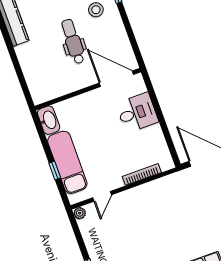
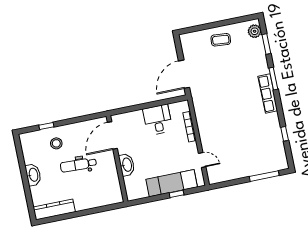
desk: (137, 113) -> (158, 120), moved
washbasin: (49, 120) -> (127, 165), moved, turned 90
plant: (80, 213) -> (213, 179), removed

